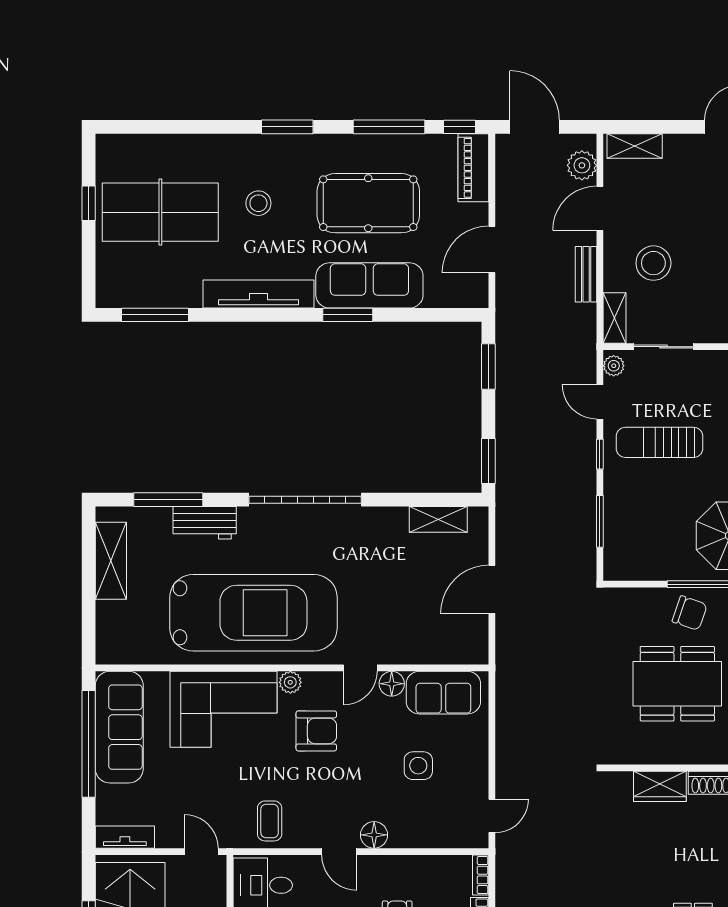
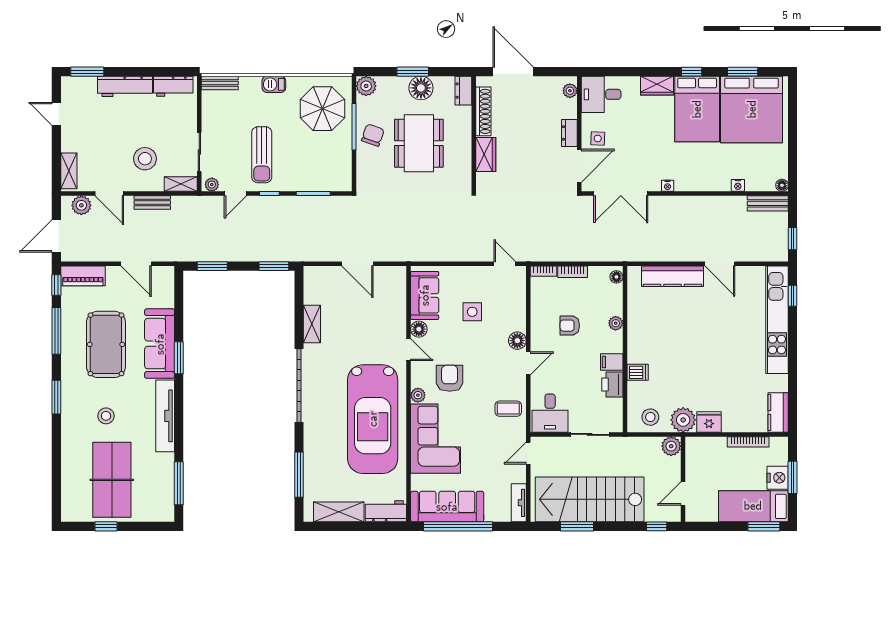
shelving: (438, 519) -> (312, 324), moved
workbench: (205, 523) -> (386, 511), moved, turned -90
car: (253, 613) -> (373, 419), turned 180

